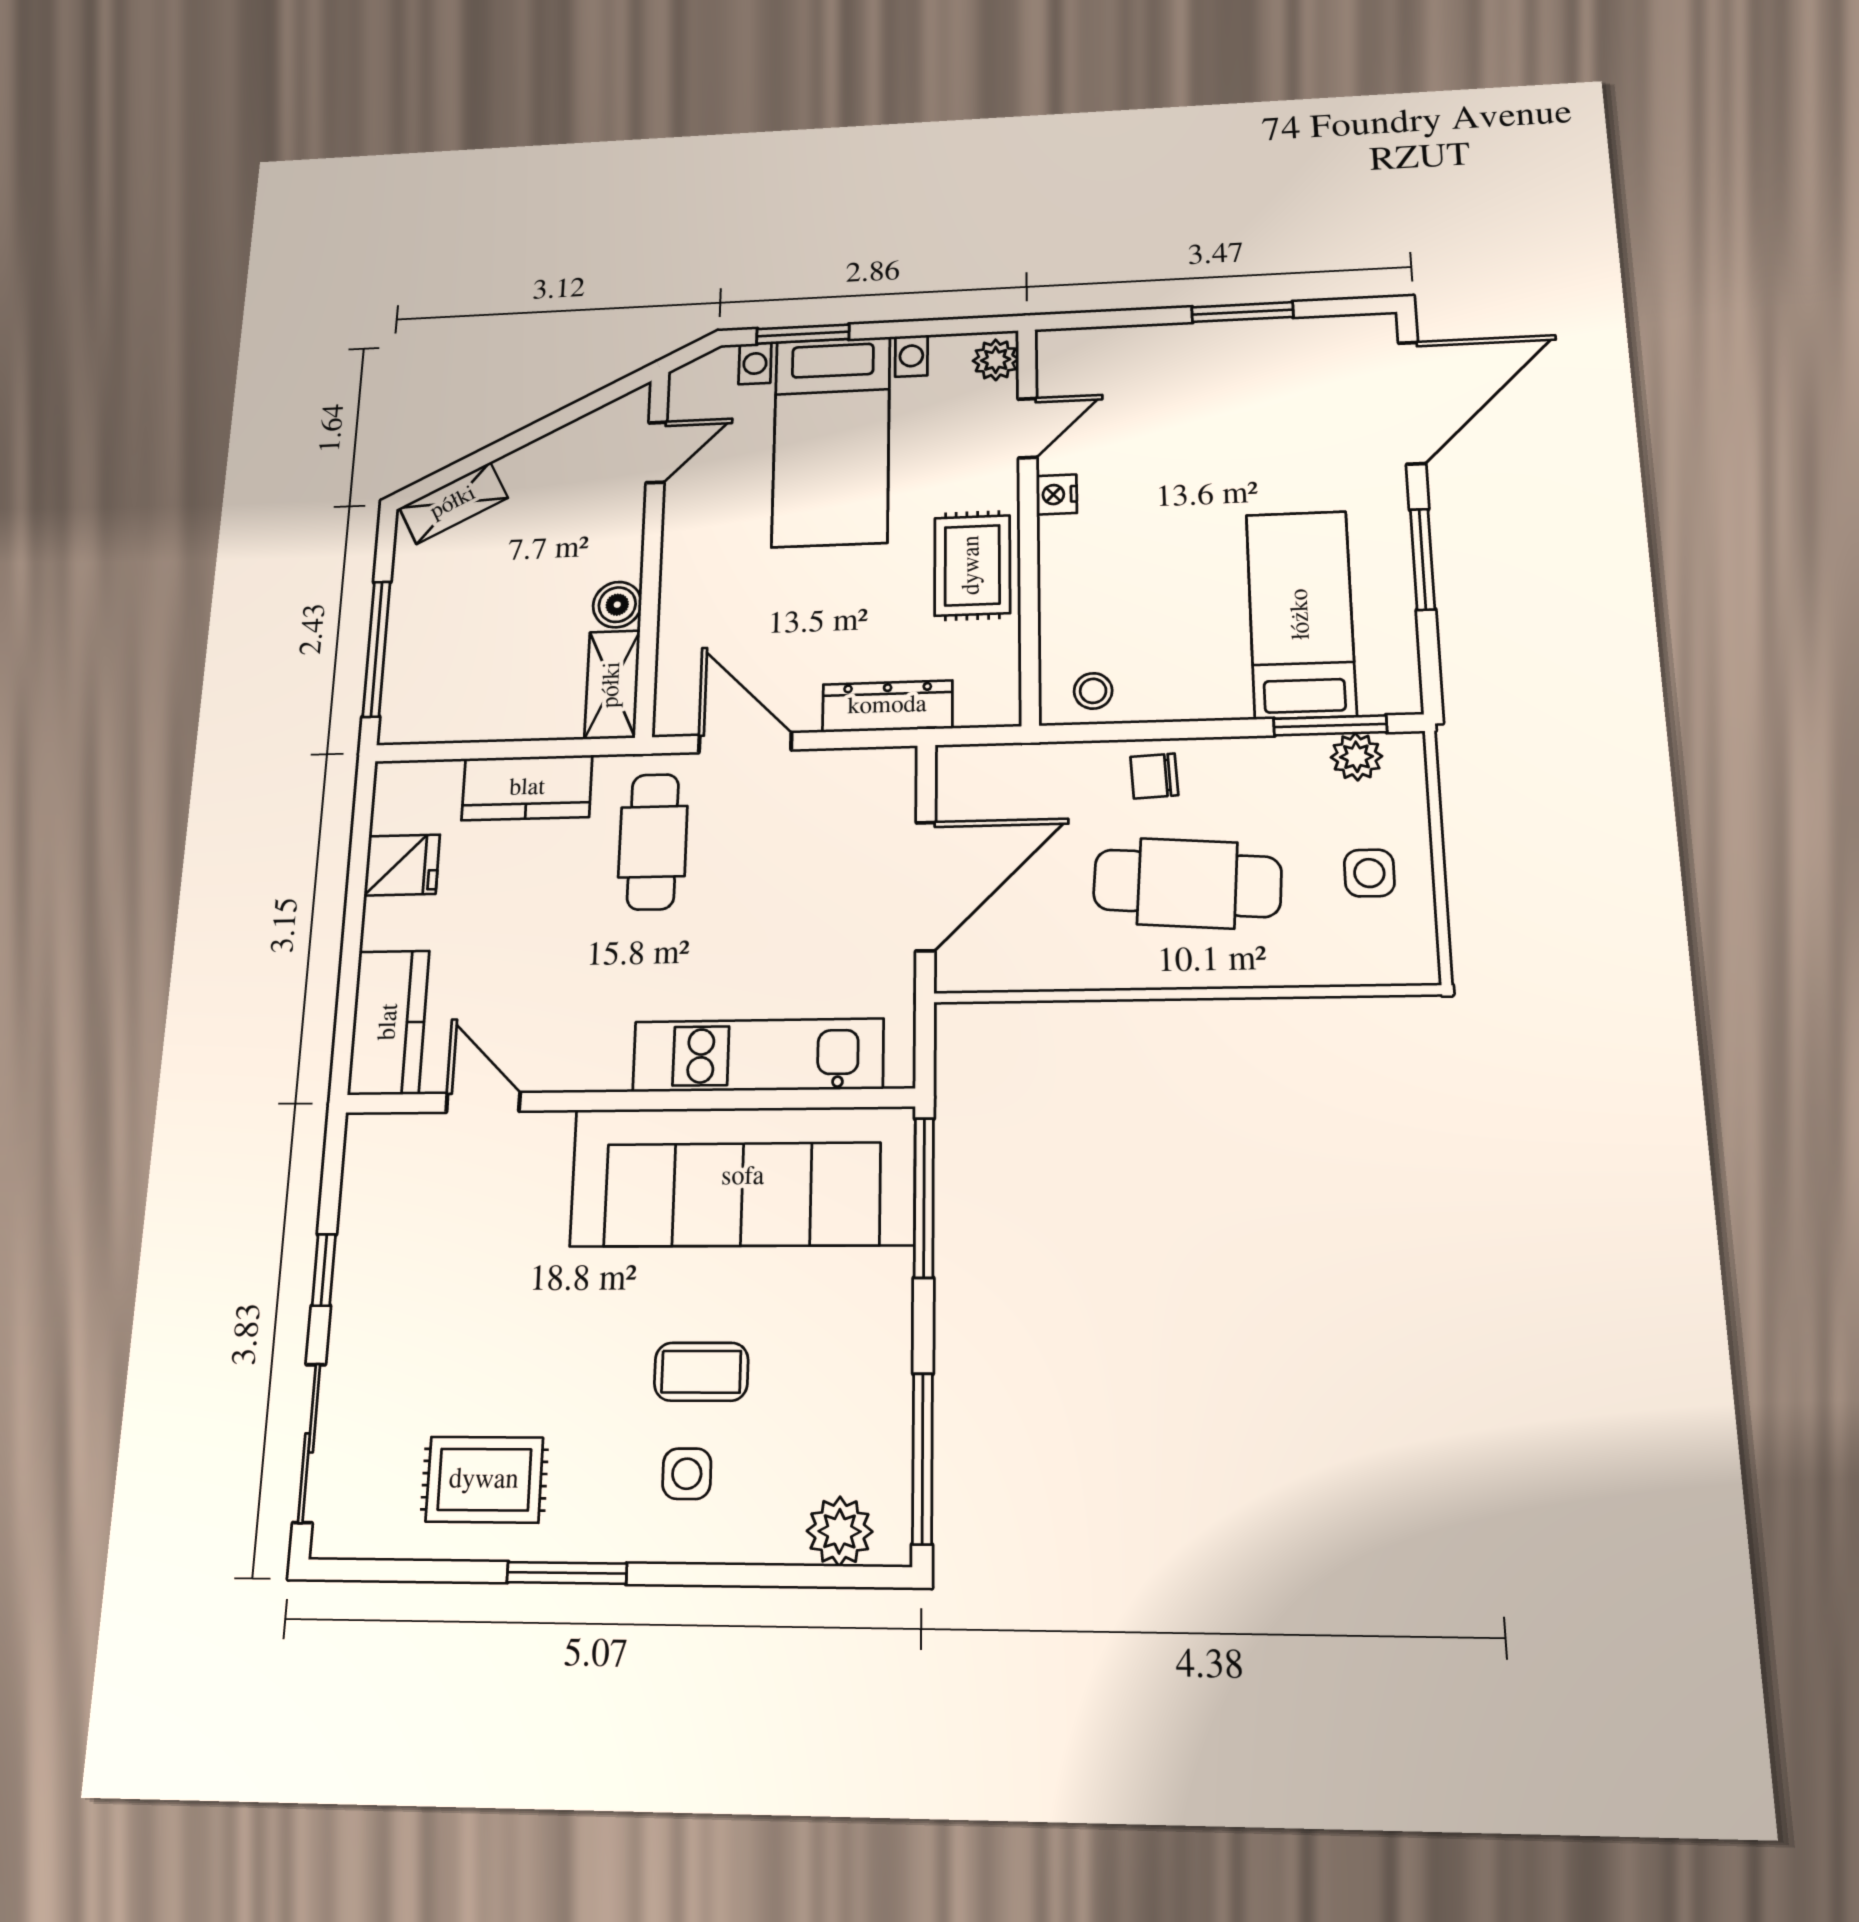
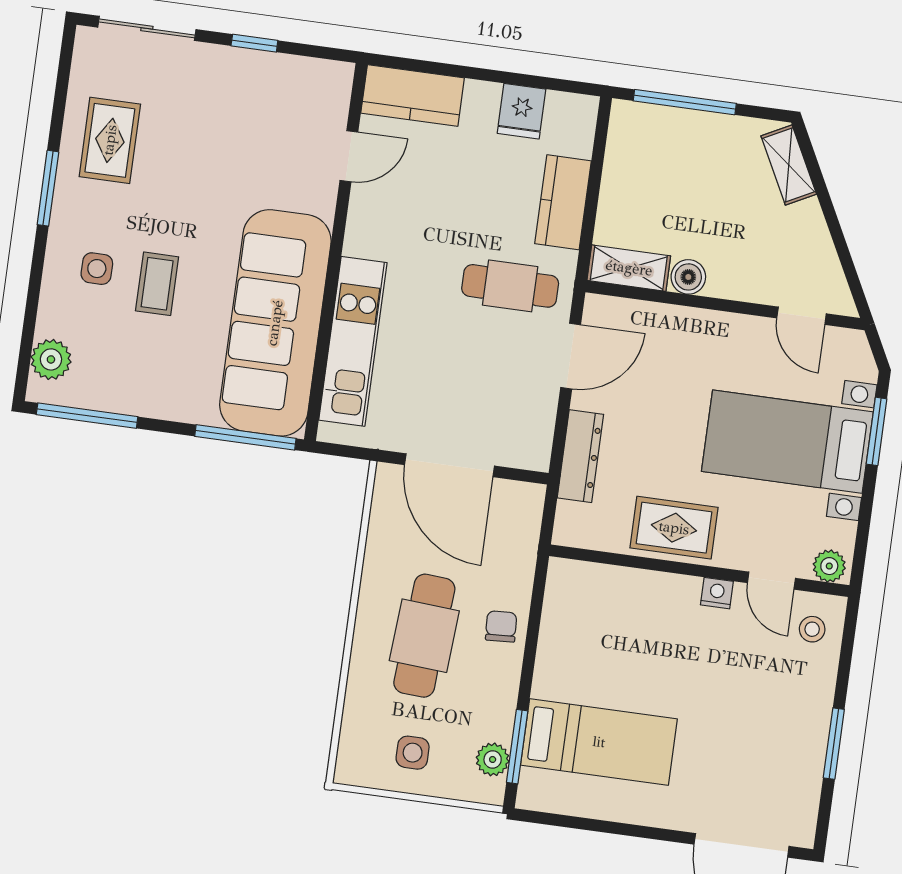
window: (1423, 559) -> (625, 829), removed
stool: (1093, 691) -> (812, 629), moved

